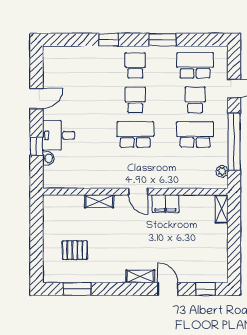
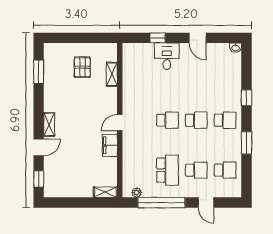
school desk: (195, 65) -> (225, 170), width x0.54
school desk: (135, 134) -> (167, 120), width x0.54
washbasin: (48, 158) -> (236, 48), moved
shelving: (99, 201) -> (112, 74), moved
pallet: (75, 250) -> (82, 67), moved

